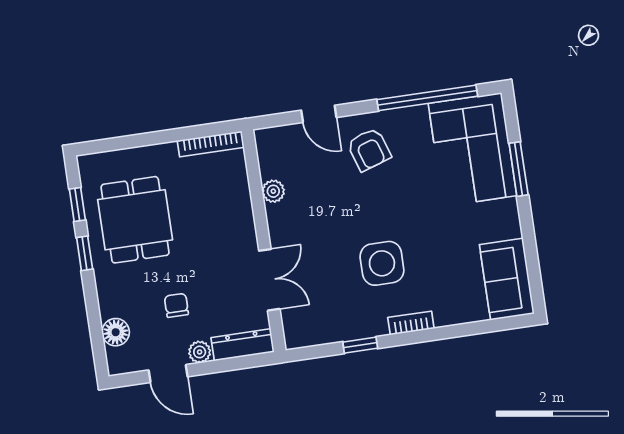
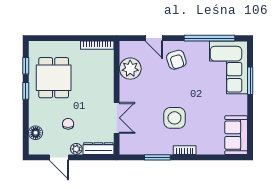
plant: (273, 191) -> (130, 69), width x1.87, depth x1.87
window: (360, 345) -> (157, 157), width x1.50

